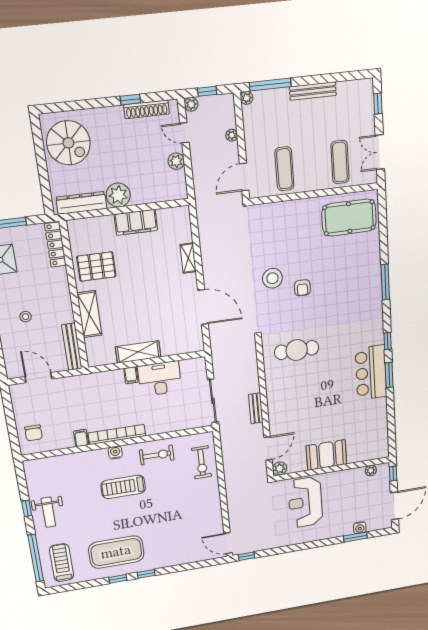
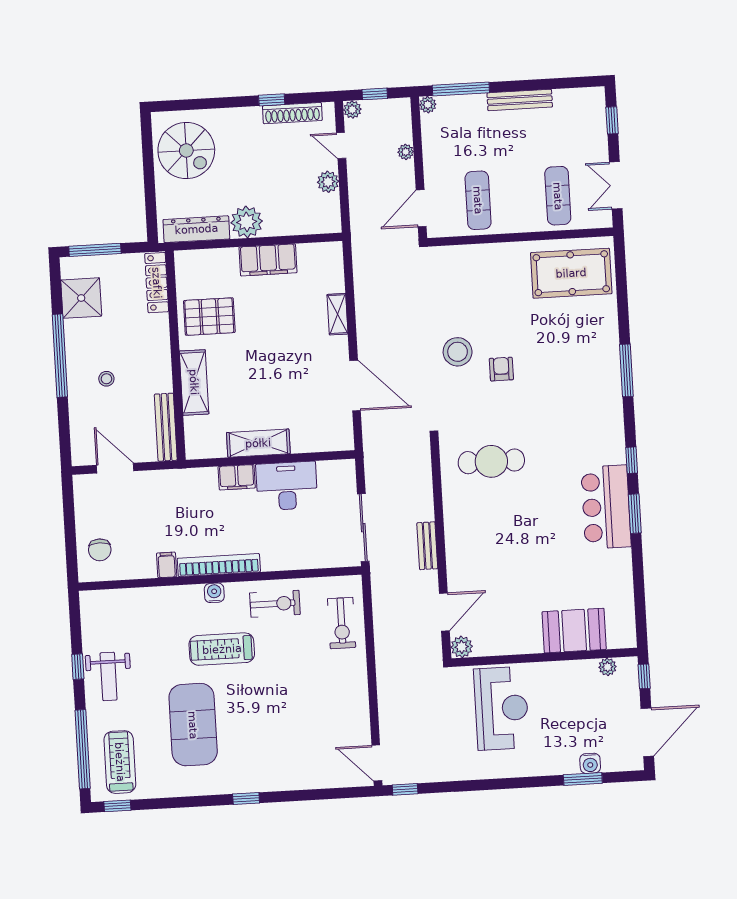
armchair: (302, 288) -> (501, 369), turned 180
filing cabinet: (131, 375) -> (237, 477), width x2.00
booth: (326, 455) -> (574, 631), moved
reception desk: (305, 502) -> (501, 708), turned 180
exercise mat: (116, 552) -> (193, 725), moved, turned 90
window: (118, 579) -> (117, 806), moved

